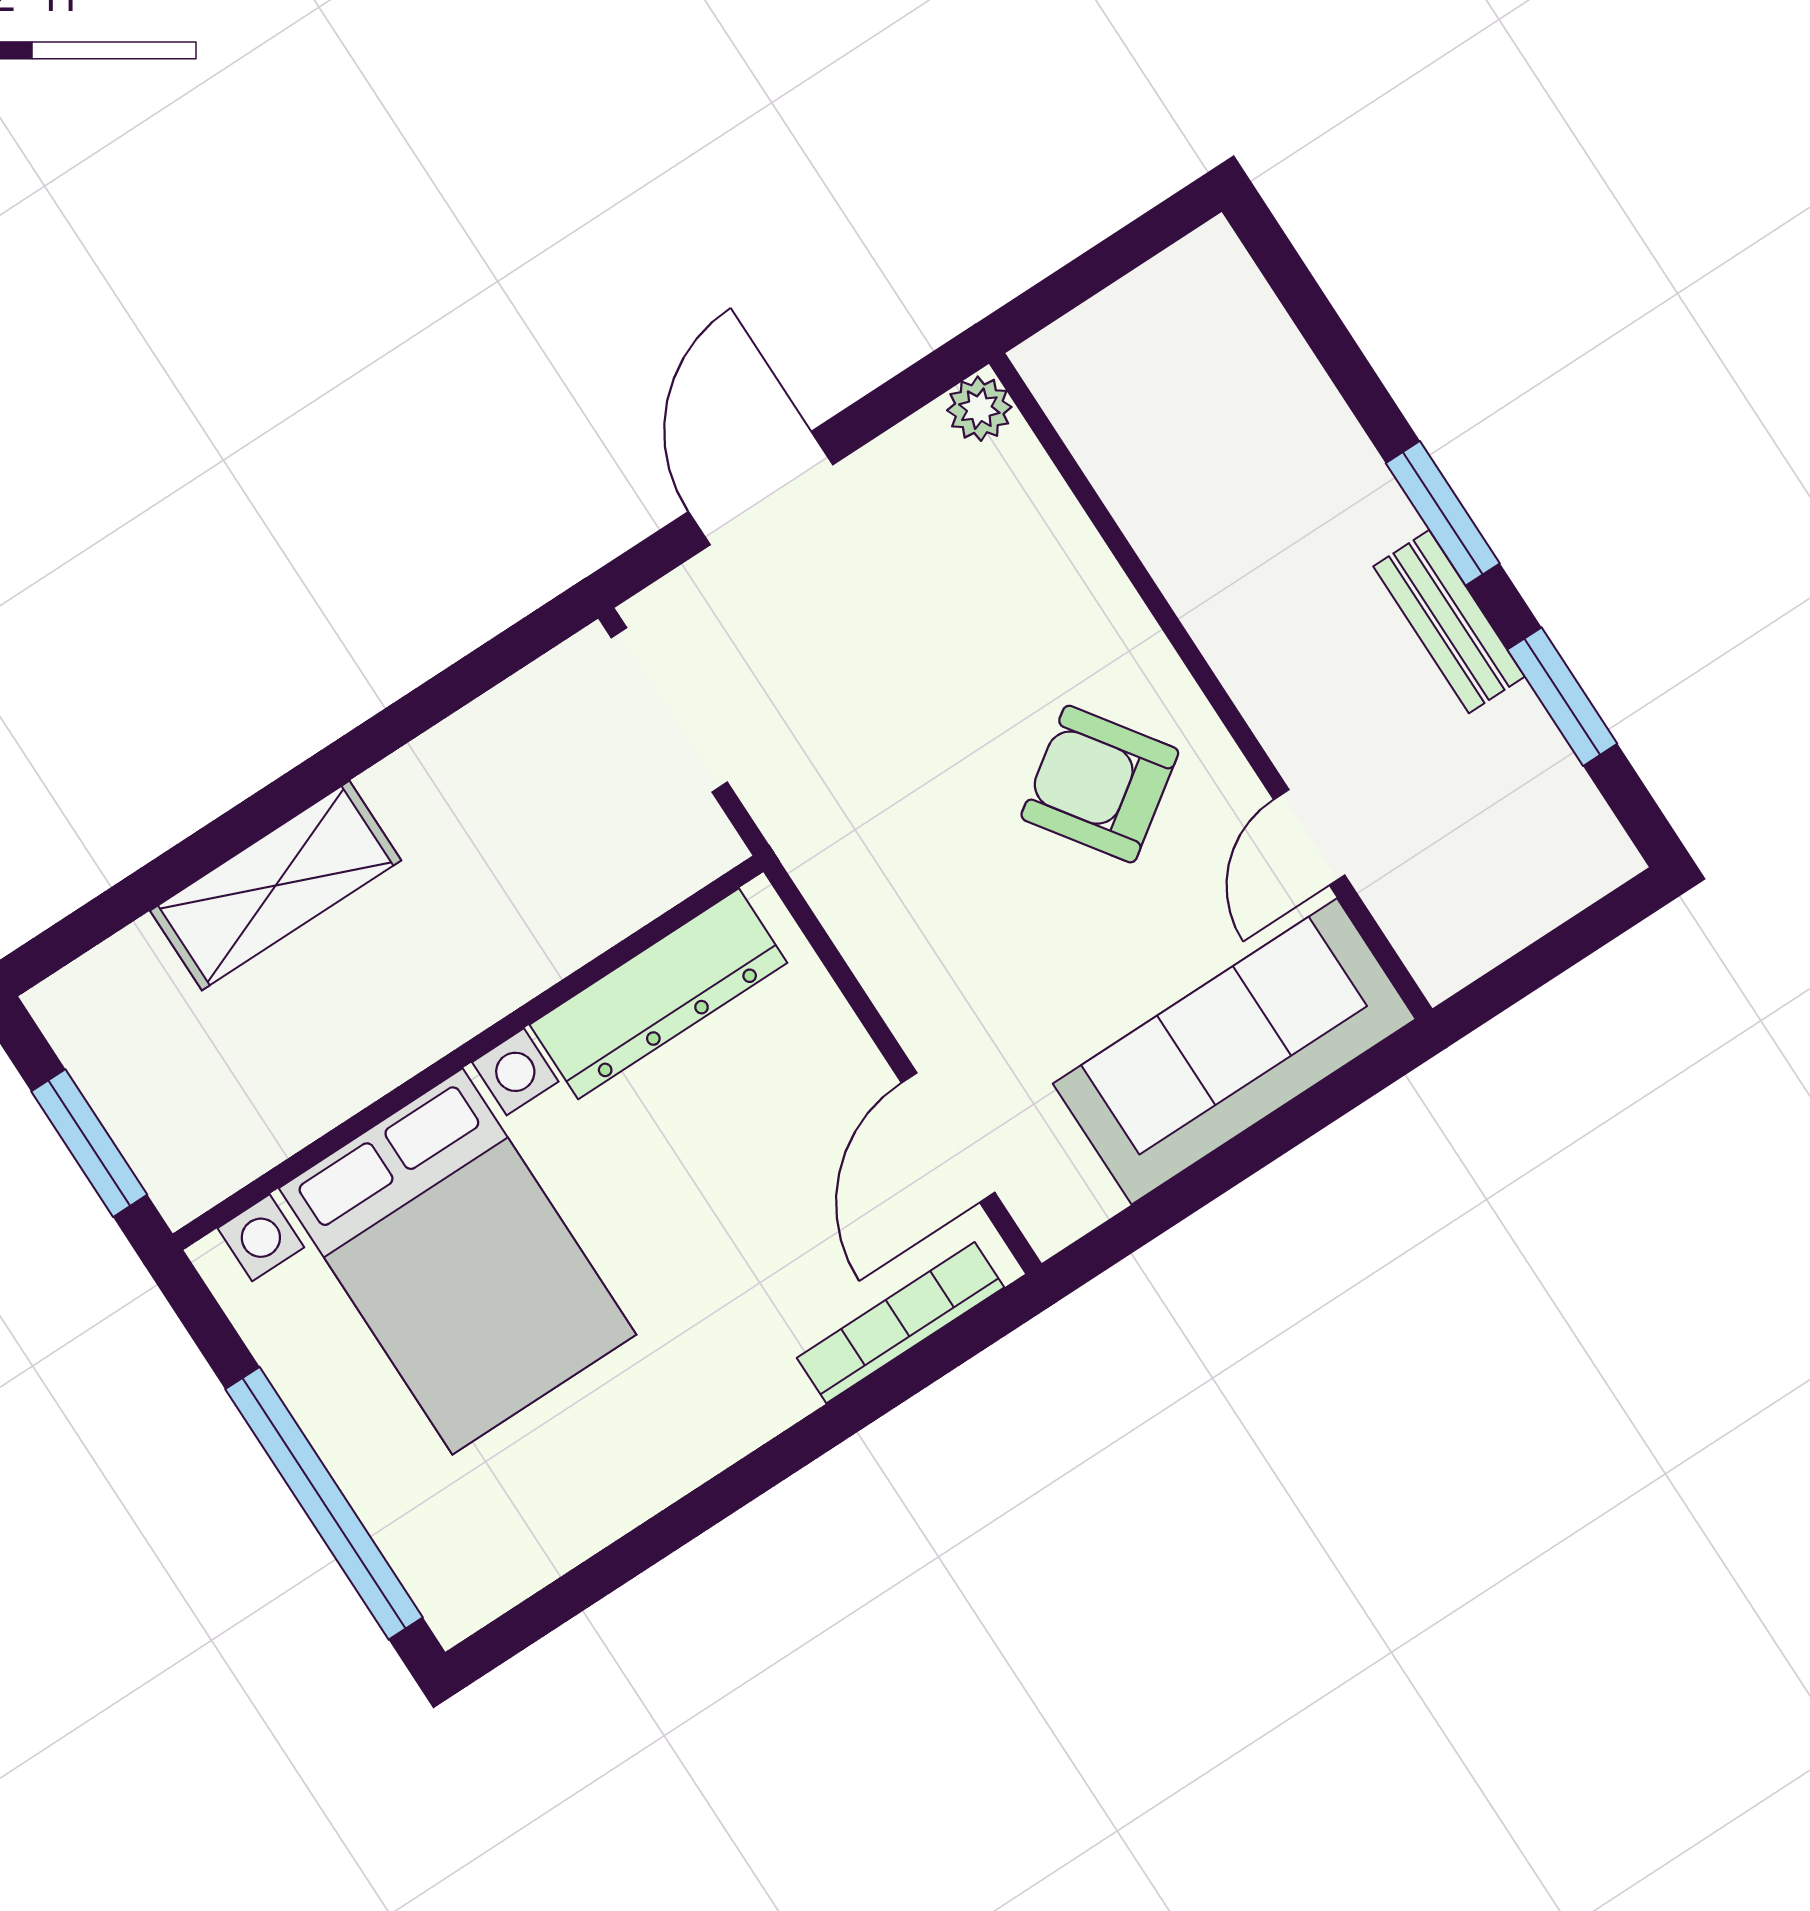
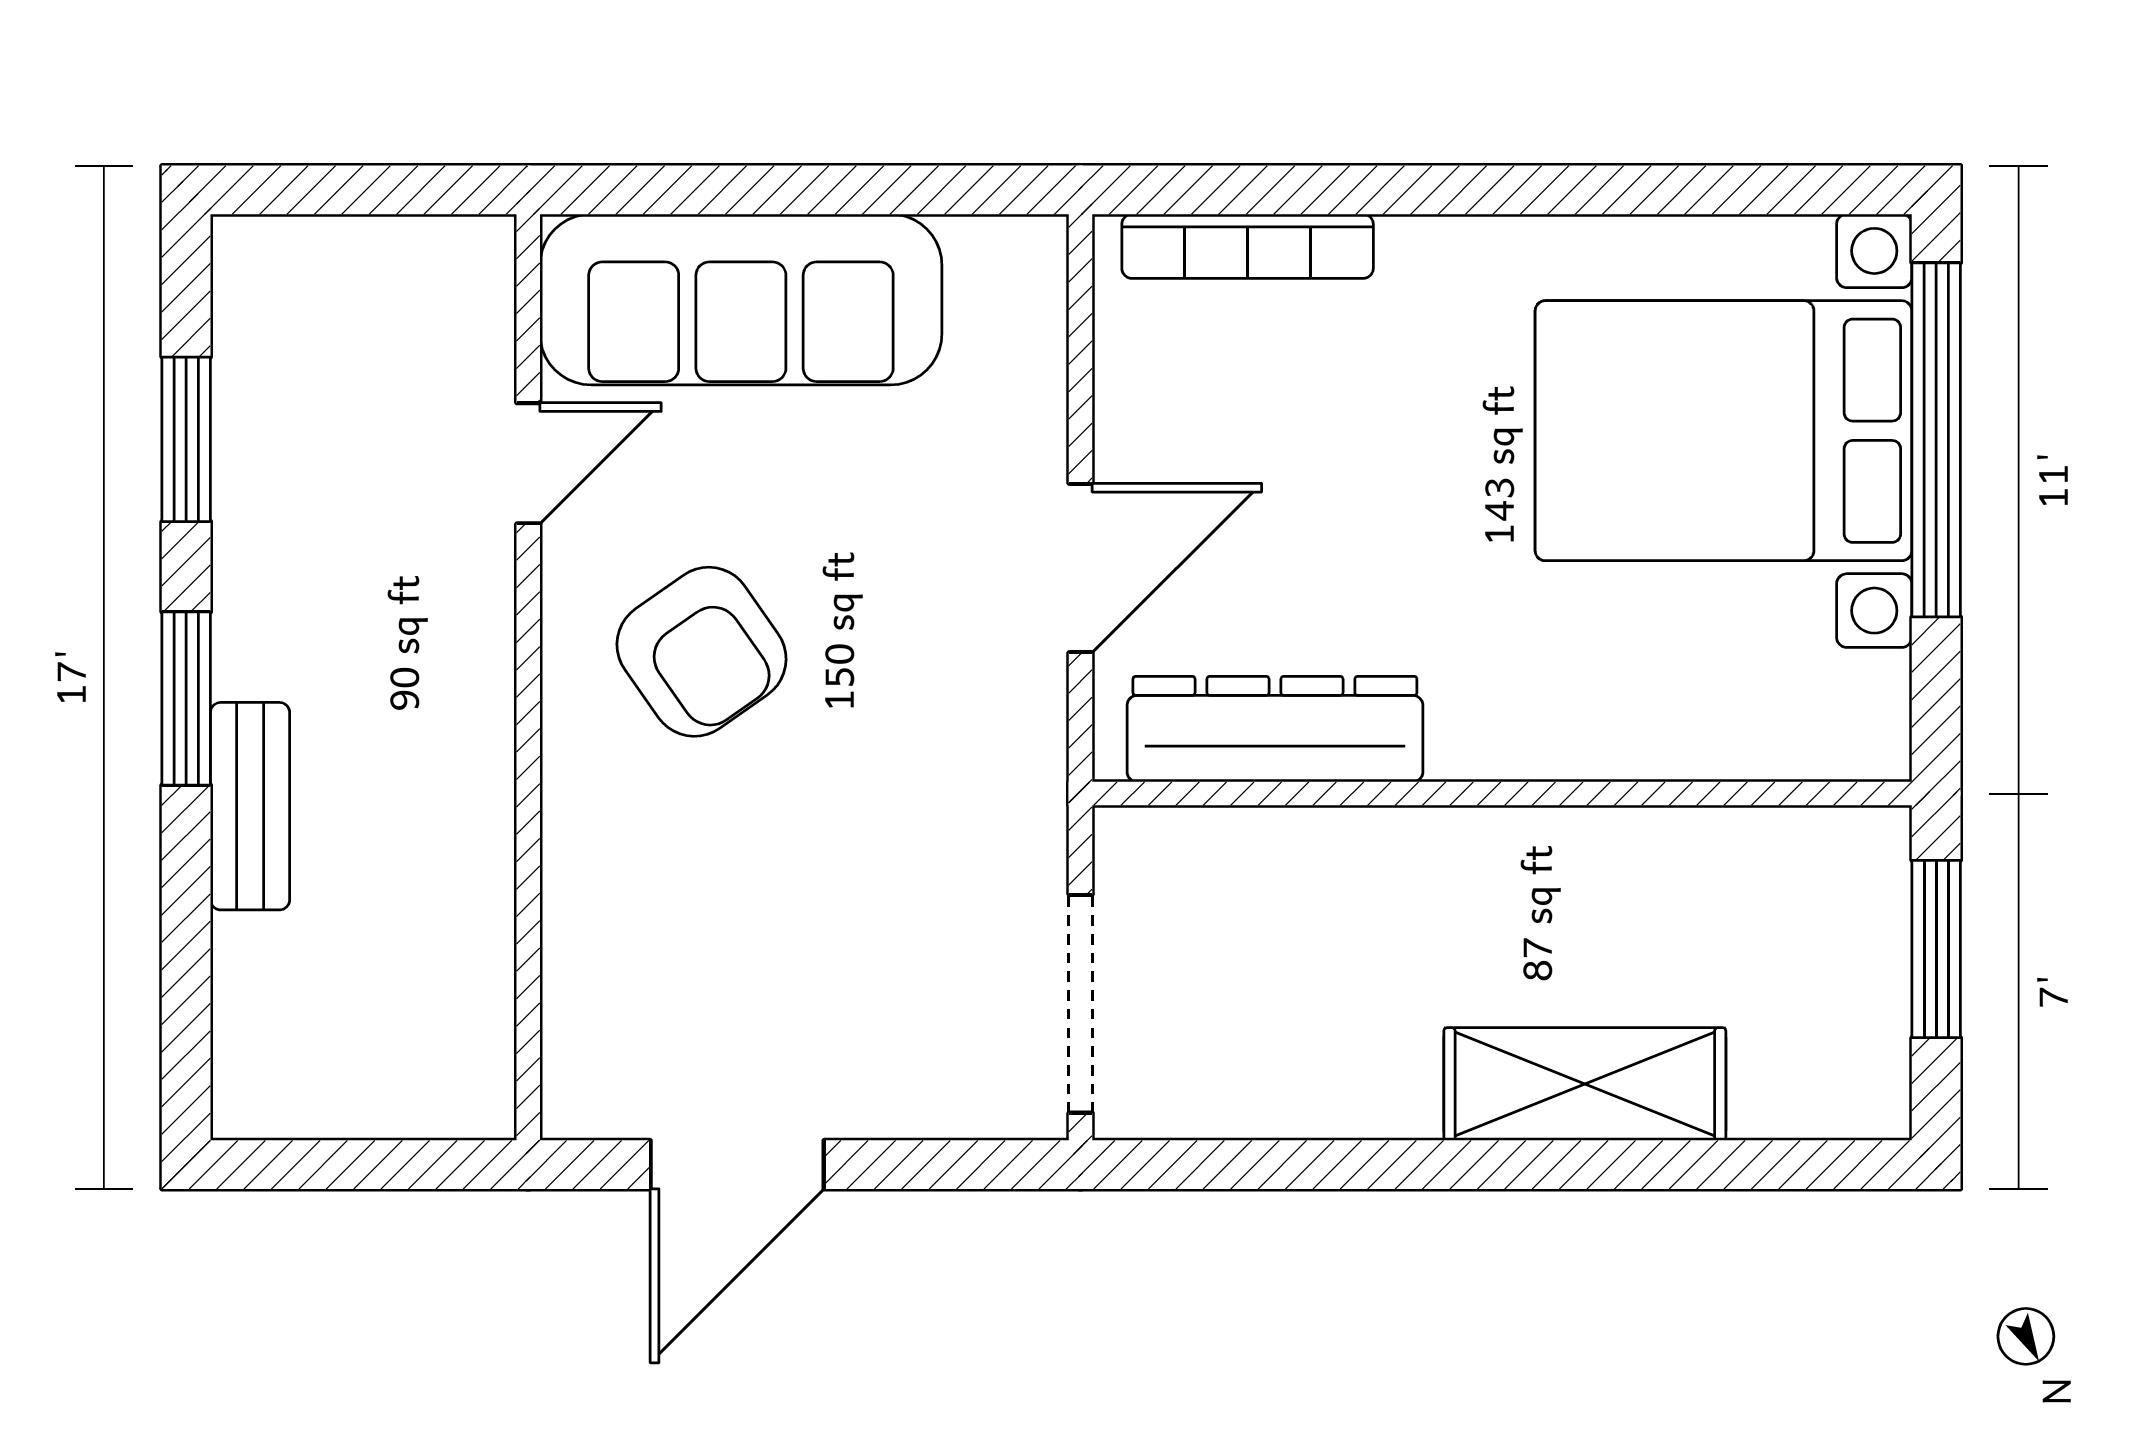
plant: (979, 409) -> (578, 1102), removed
door: (761, 488) -> (737, 1165), moved
bench: (1449, 622) -> (250, 806), moved
door: (948, 1138) -> (1081, 568), moved
bed with nightstands: (458, 1261) -> (1724, 431), moved, turned -90

